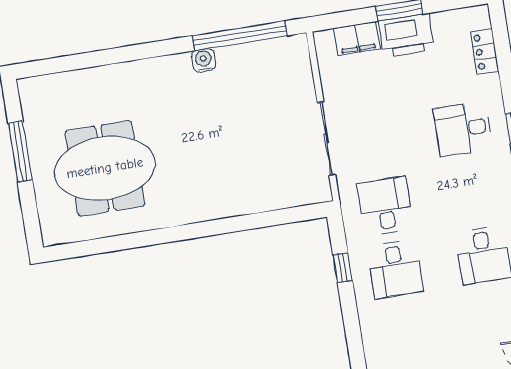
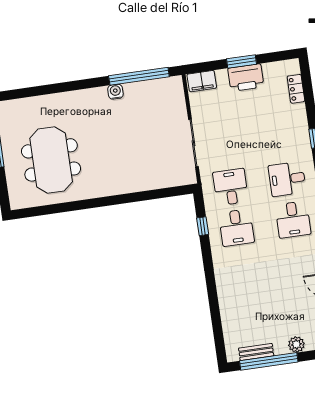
filing cabinet: (357, 39) -> (202, 81), moved
desk: (463, 129) -> (287, 179), moved
meeting table: (105, 168) -> (51, 160), turned 90

